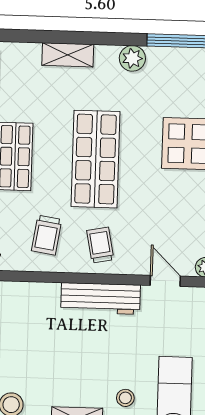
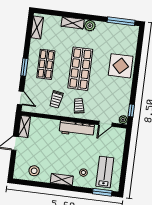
plant: (132, 58) -> (90, 26), moved
door: (165, 281) -> (105, 124), swing flipped

